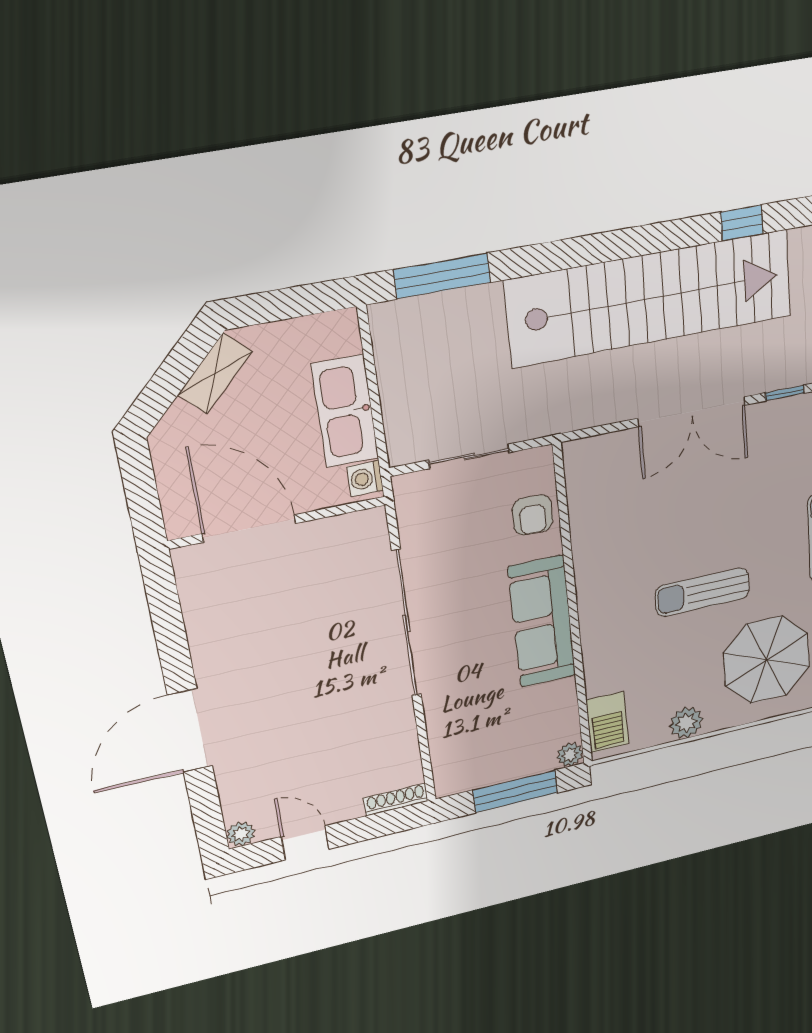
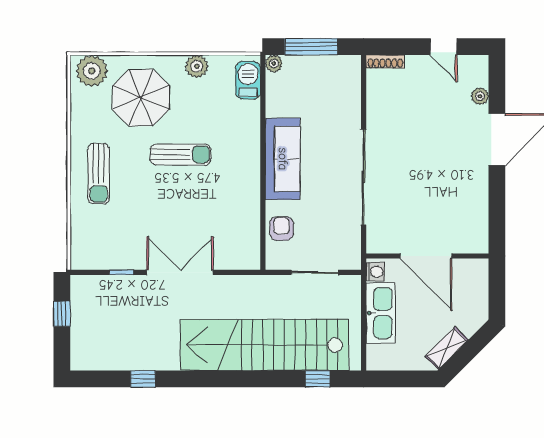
window: (442, 276) -> (318, 379), width x0.46
stairs: (650, 298) -> (264, 345), moved
door: (249, 528) -> (426, 256), moved
plant: (241, 834) -> (480, 96), moved

